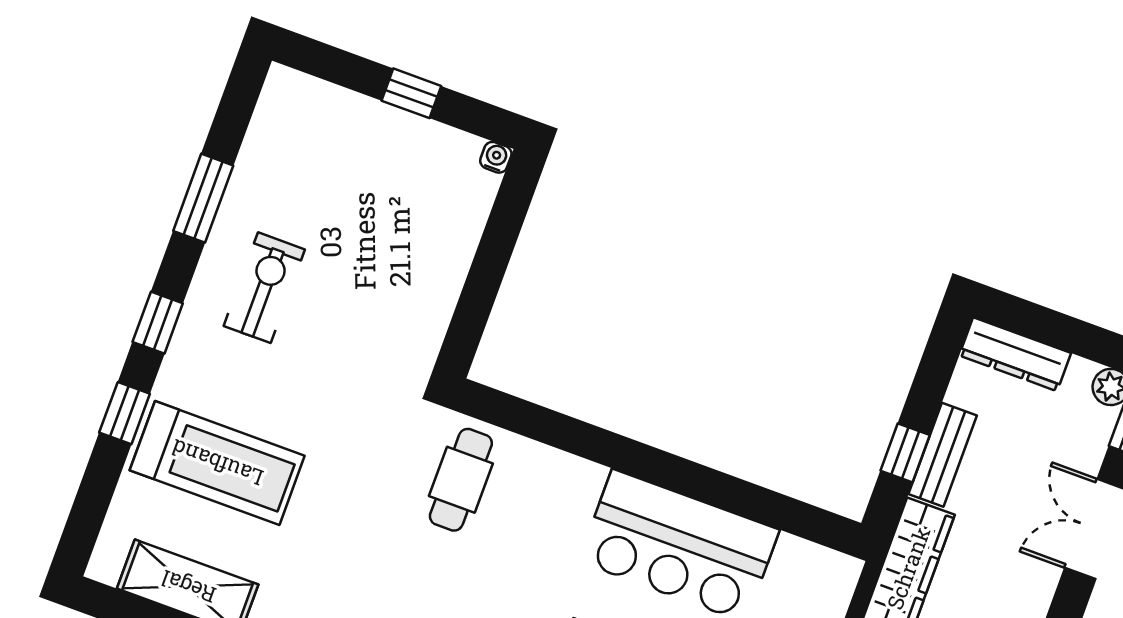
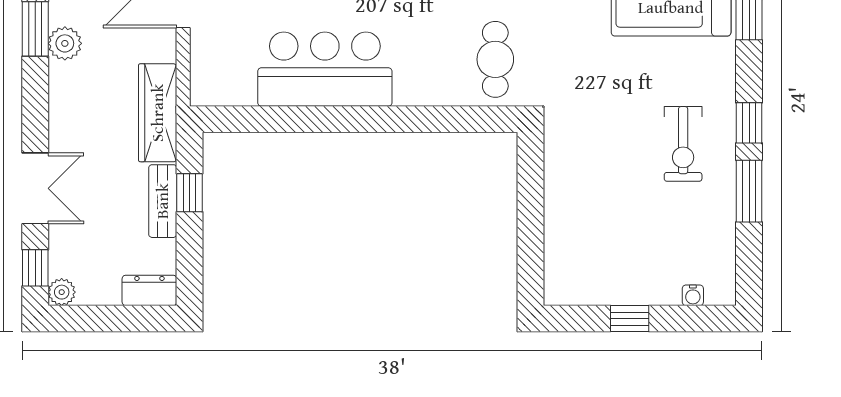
water cooler: (496, 157) -> (693, 295), moved
window: (158, 323) -> (749, 123), moved
dresser: (1015, 354) -> (149, 290), width x0.70

